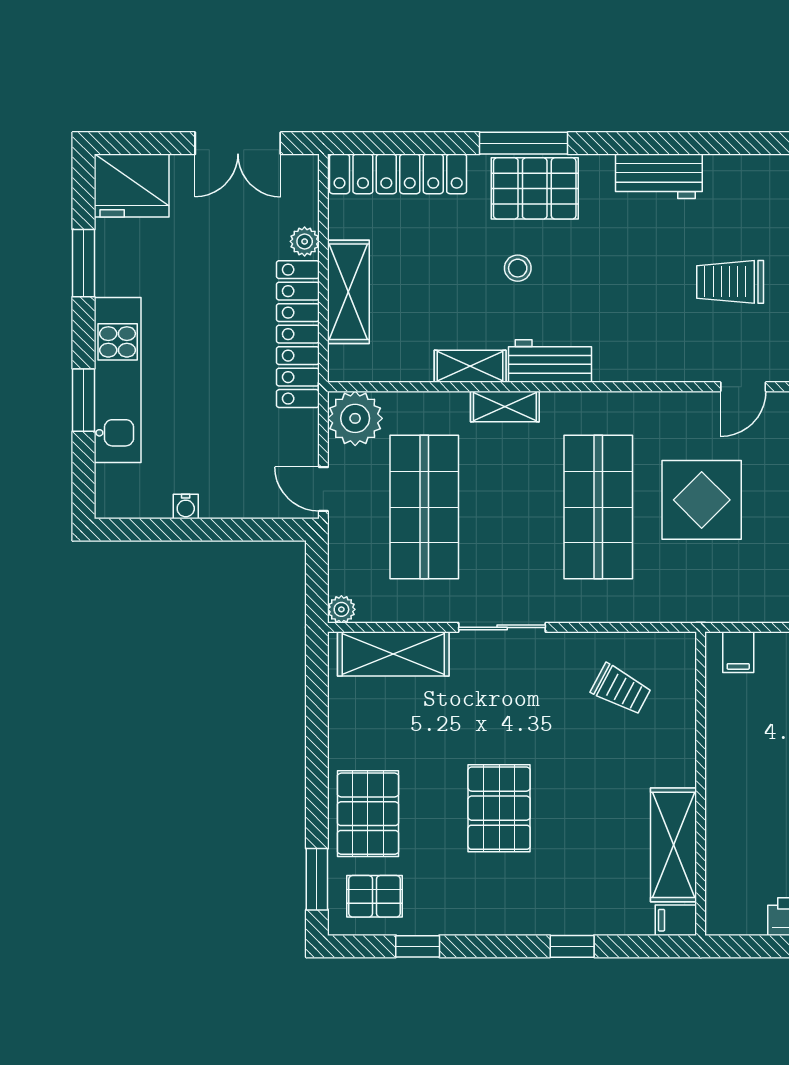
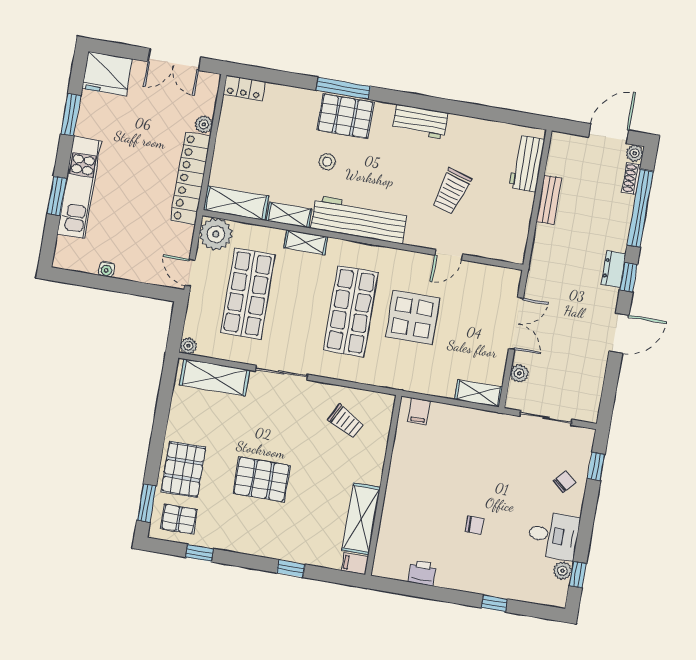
locker: (398, 174) -> (244, 88), width x0.46, depth x0.83
trolley: (730, 282) -> (452, 191), turned -73
shelving: (348, 292) -> (236, 203), moved, turned 90
workbench: (550, 361) -> (359, 220), width x1.88, depth x1.32
pallet: (499, 808) -> (262, 479), turned 90

